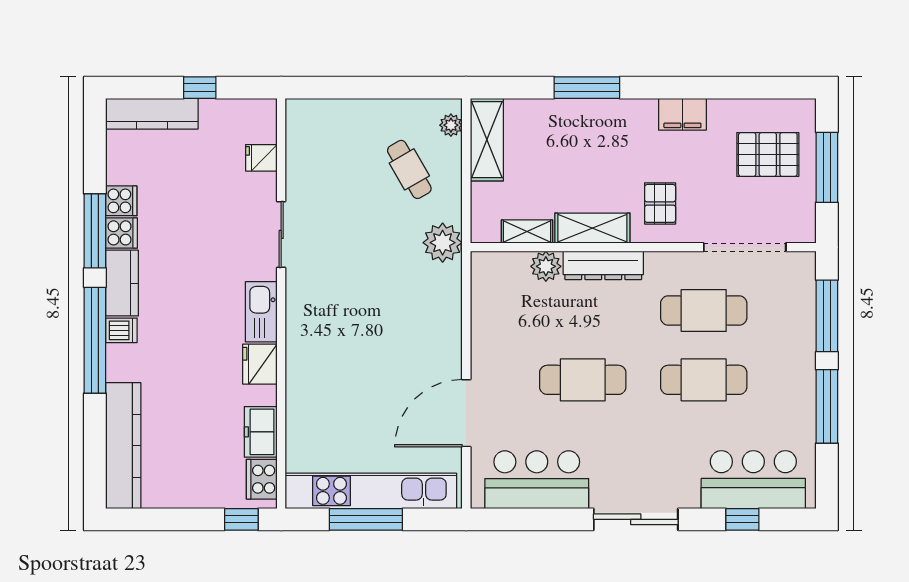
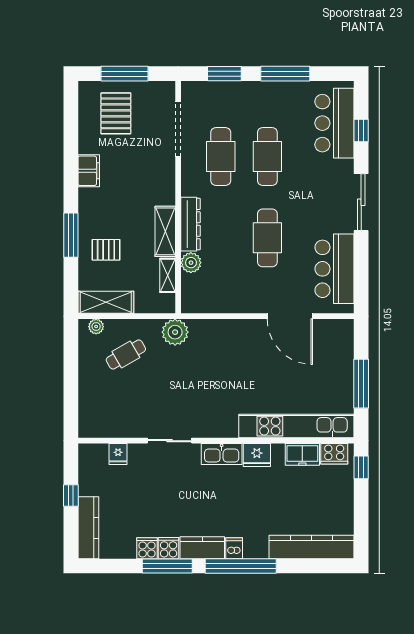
pallet: (660, 203) -> (106, 250), moved
window: (827, 316) -> (224, 74), width x0.69
kitchen unit: (371, 491) -> (296, 426), moved, turned 90

